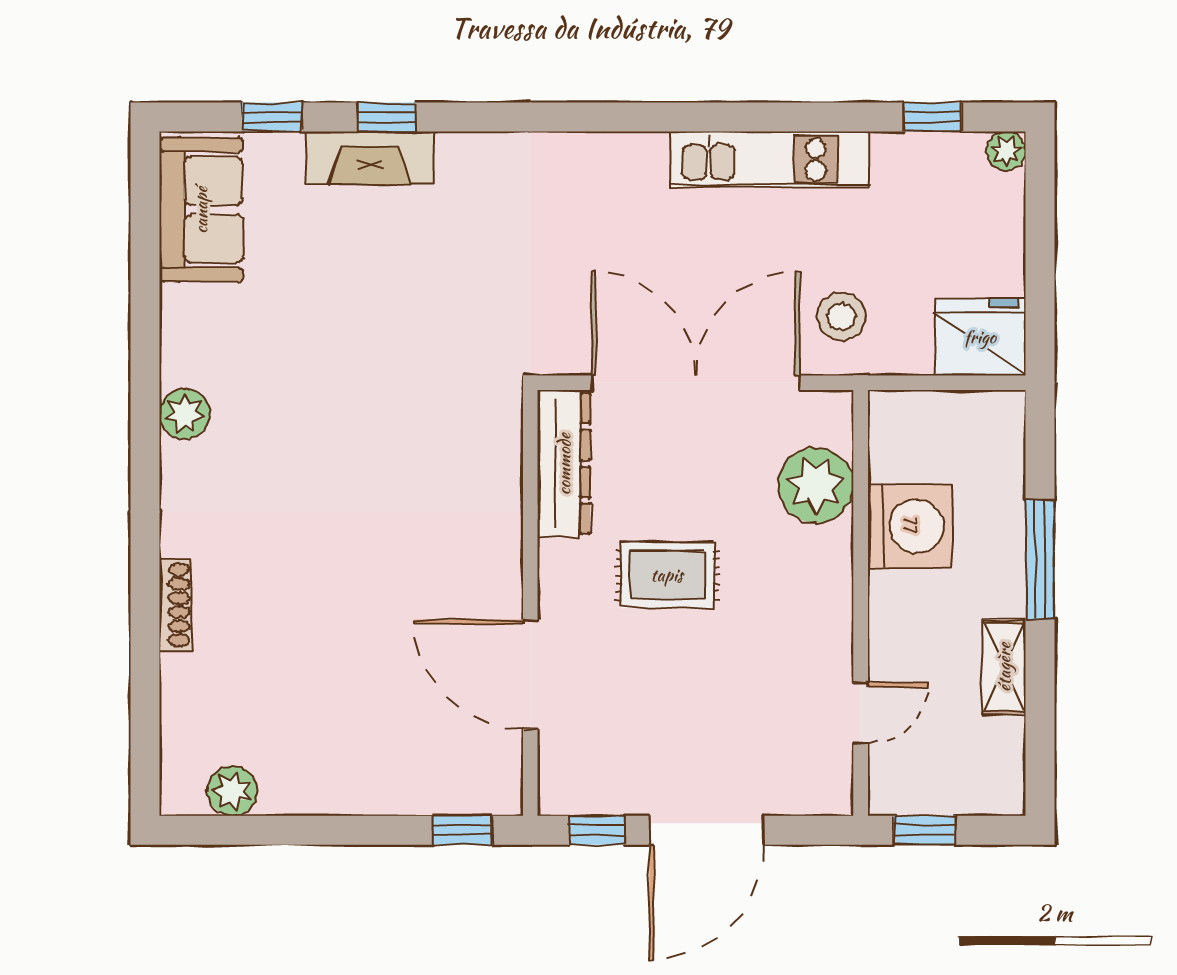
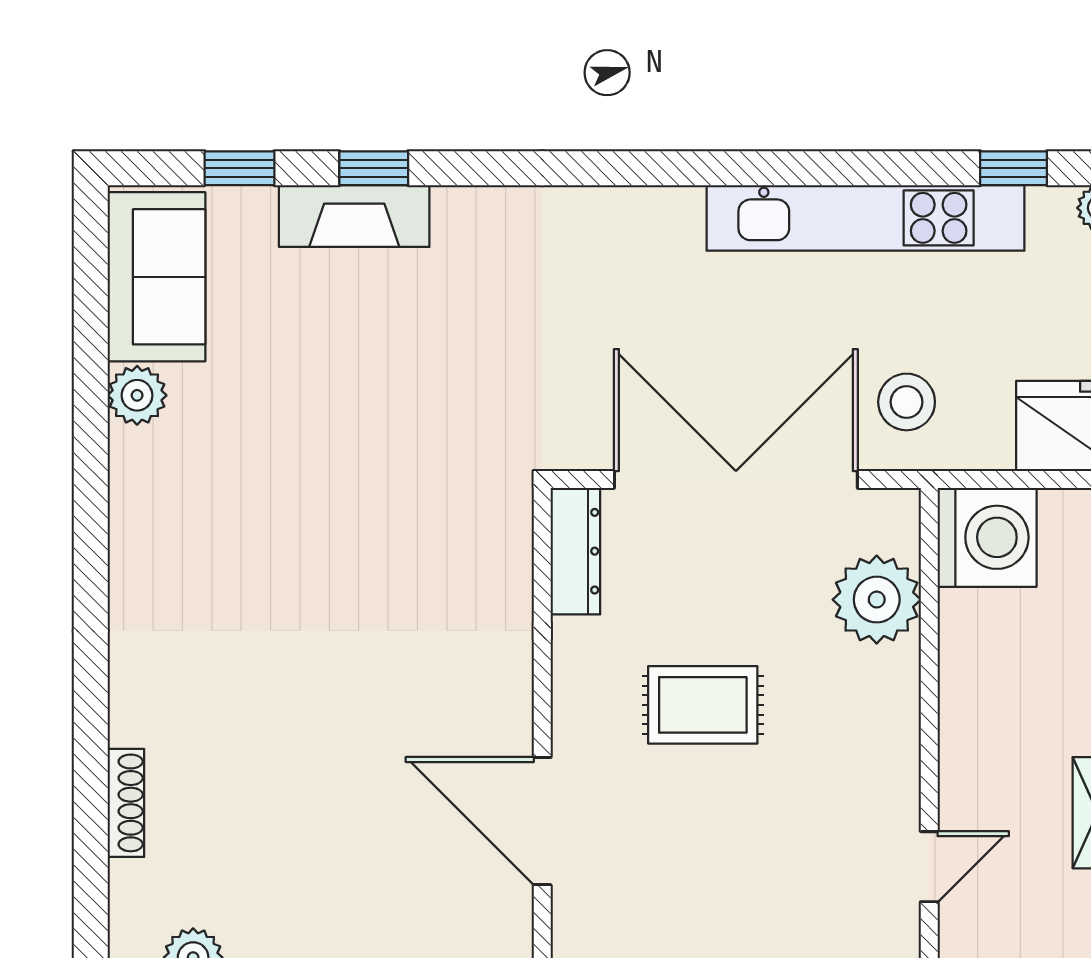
kitchen unit: (770, 159) -> (866, 218), width x1.36
plant: (185, 414) -> (137, 395), moved
dresser: (564, 464) -> (575, 551), width x0.73, depth x0.80
washing machine: (910, 526) -> (987, 537), moved
shoe rack: (175, 605) -> (126, 803), moved

